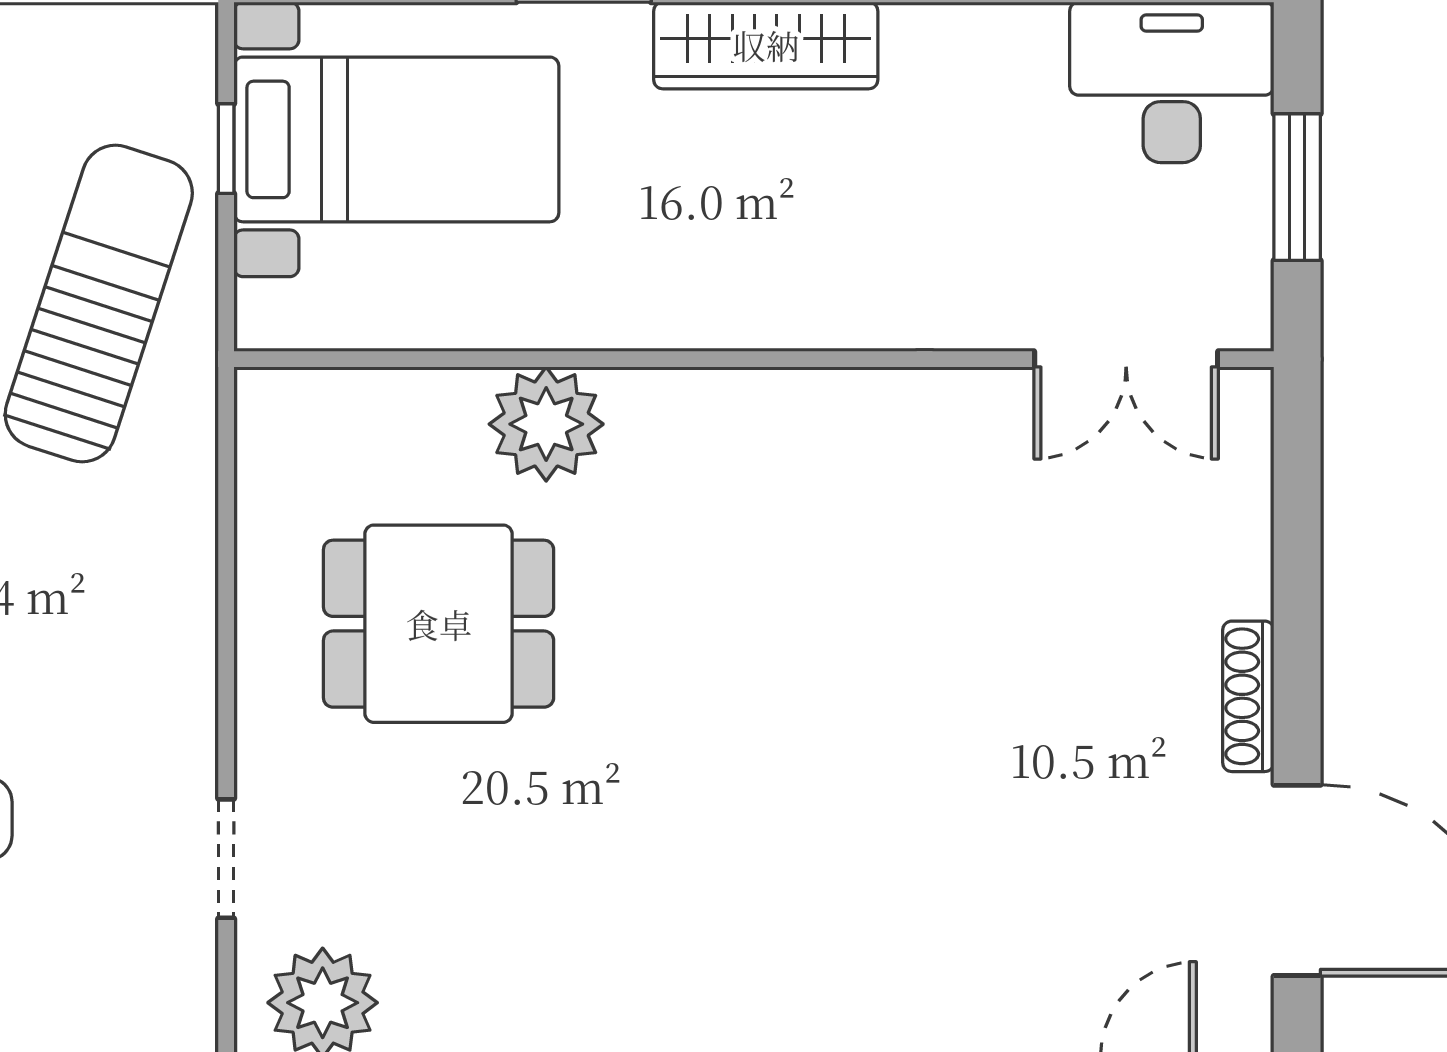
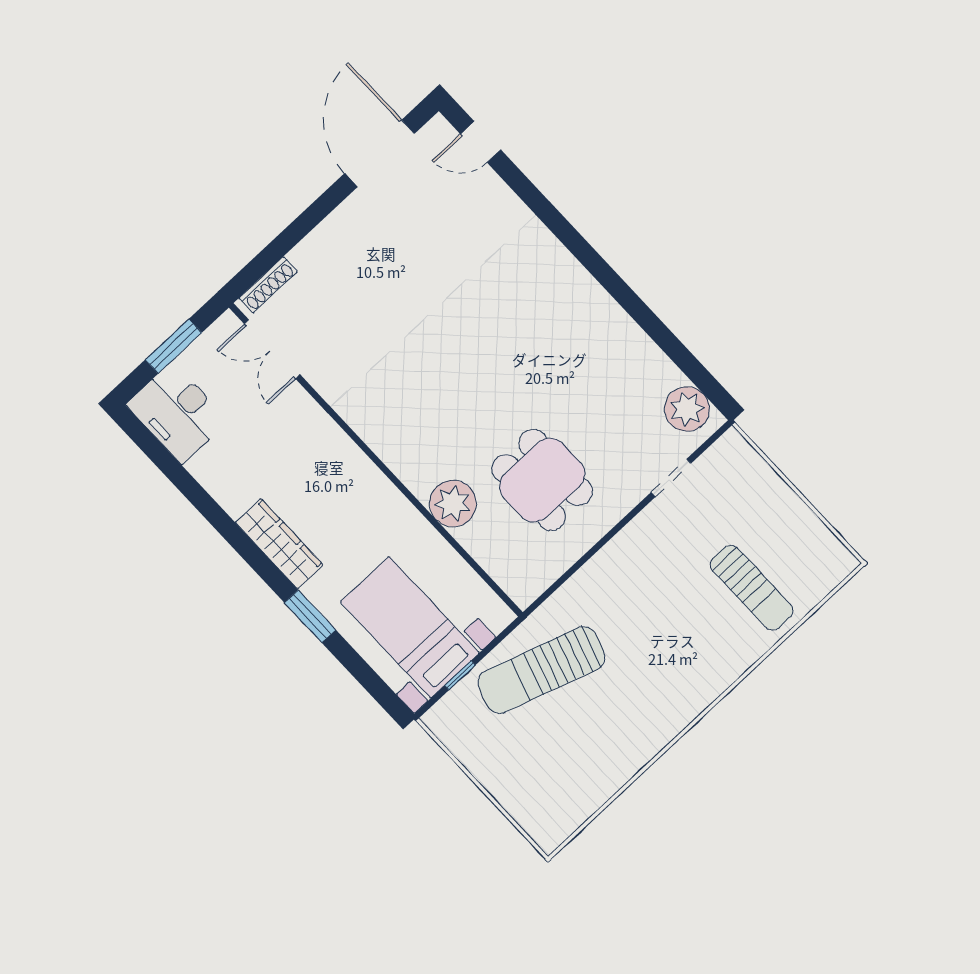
double door: (1126, 359) -> (272, 349), swing flipped
shoe rack: (1248, 696) -> (268, 285), moved

